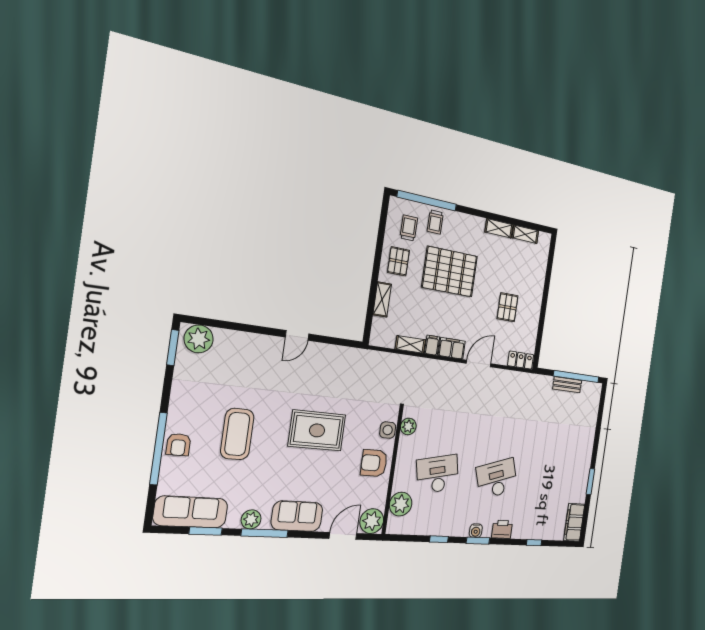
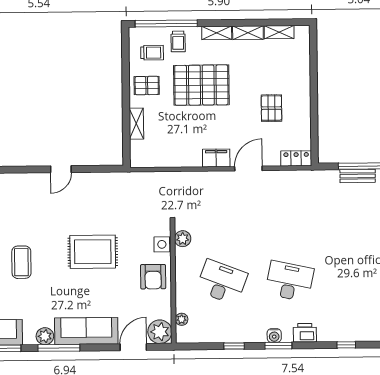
trolley: (409, 228) -> (152, 53), turned 90
pallet: (398, 261) -> (147, 86), turned 90
shelving: (410, 344) -> (217, 33), moved
filing cabinet: (432, 345) -> (195, 158), removed
coffee table: (237, 434) -> (21, 262), width x0.73, depth x0.76
armchair: (374, 463) -> (153, 277), turned -90
desk: (438, 474) -> (222, 282), turned 33
desk: (497, 479) -> (289, 281), turned 30
plant: (401, 504) -> (182, 319), width x0.53, depth x0.53
sofa: (297, 516) -> (86, 331), width x1.36

